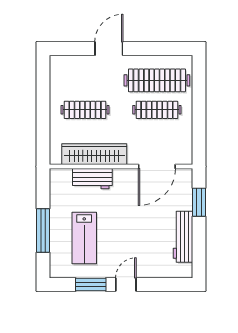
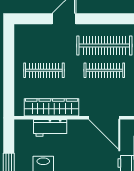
door: (157, 167) -> (104, 118), hinge flipped

